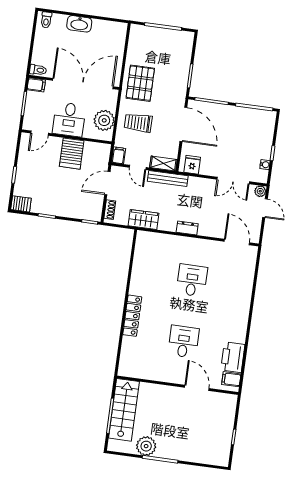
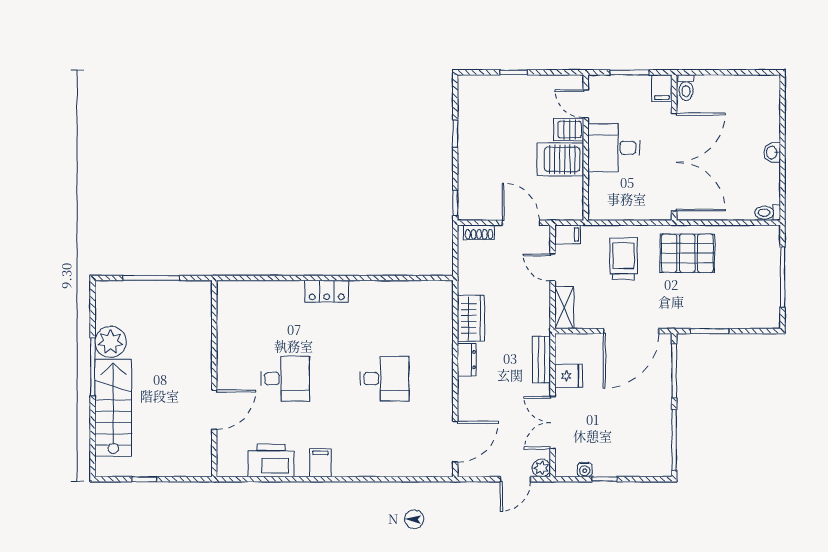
toilet: (46, 20) -> (768, 213), moved
washbasin: (79, 24) -> (772, 153), width x0.52, depth x0.69
plant: (104, 120) -> (620, 204), removed
fridge: (192, 165) -> (569, 376), moved
door: (138, 167) -> (553, 268), hinge flipped
bench: (168, 178) -> (541, 360), moved, width x0.73
server rack: (21, 204) -> (568, 130), moved, turned 90
wardrobe: (144, 219) -> (471, 318), moved
locker: (132, 316) -> (327, 291), width x0.66
filing cabinet: (231, 379) -> (320, 463), moved
stairs: (124, 410) -> (113, 408), moved, turned -90

